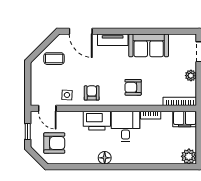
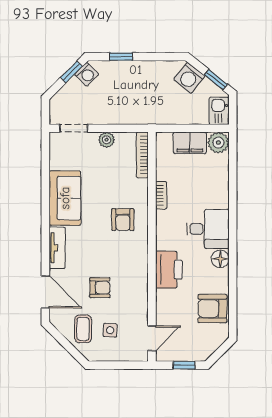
door: (81, 31) -> (45, 292), hinge flipped
armchair: (92, 93) -> (100, 288), moved, turned 180
side table: (67, 95) -> (110, 330), moved
filing cabinet: (185, 119) -> (190, 143), moved, turned 90
desk: (125, 126) -> (208, 229), moved, turned 180
armchair: (54, 143) -> (212, 309), moved, turned -90

